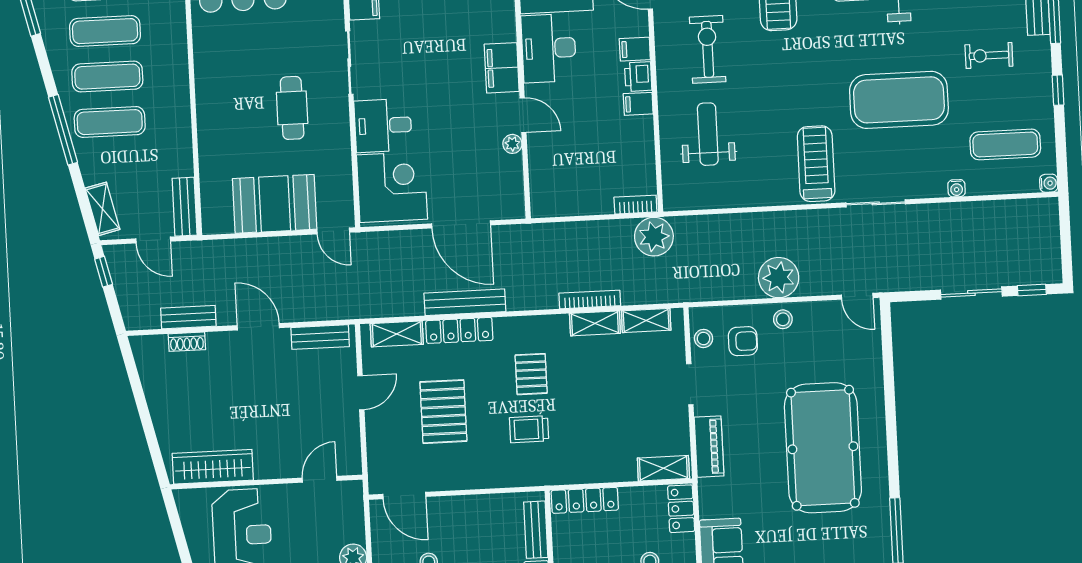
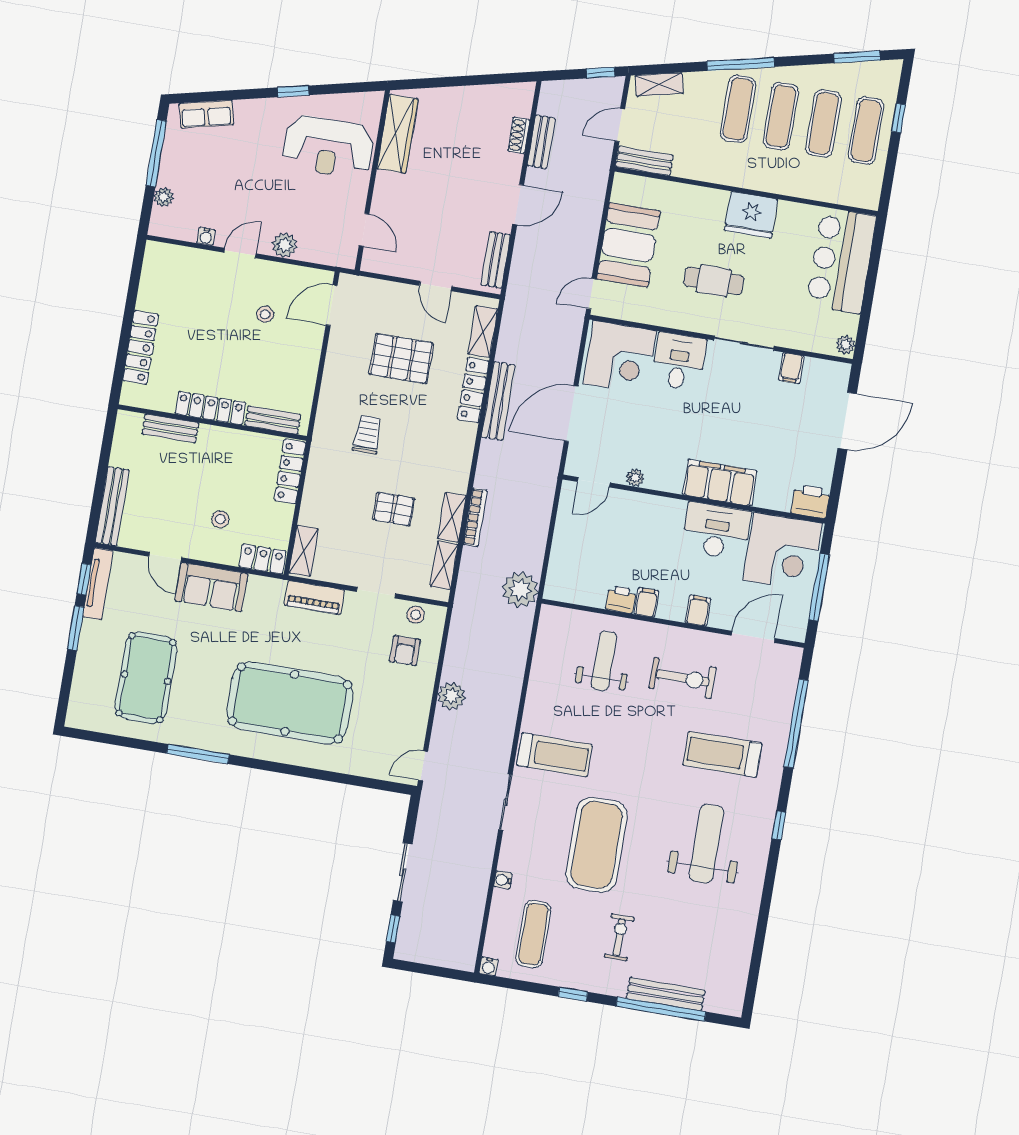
filing cabinet: (502, 68) -> (720, 483), width x1.50, depth x1.17
printer: (638, 77) -> (621, 599), moved
fridge: (216, 85) -> (751, 215), added
door: (523, 115) -> (594, 482), moved
weight bench: (708, 134) -> (604, 661), turned -90
bookcase: (635, 205) -> (554, 579), removed
plant: (779, 278) -> (452, 696), width x0.73, depth x0.73
stool: (783, 319) -> (417, 692), removed
pallet: (531, 374) -> (394, 509), moved

